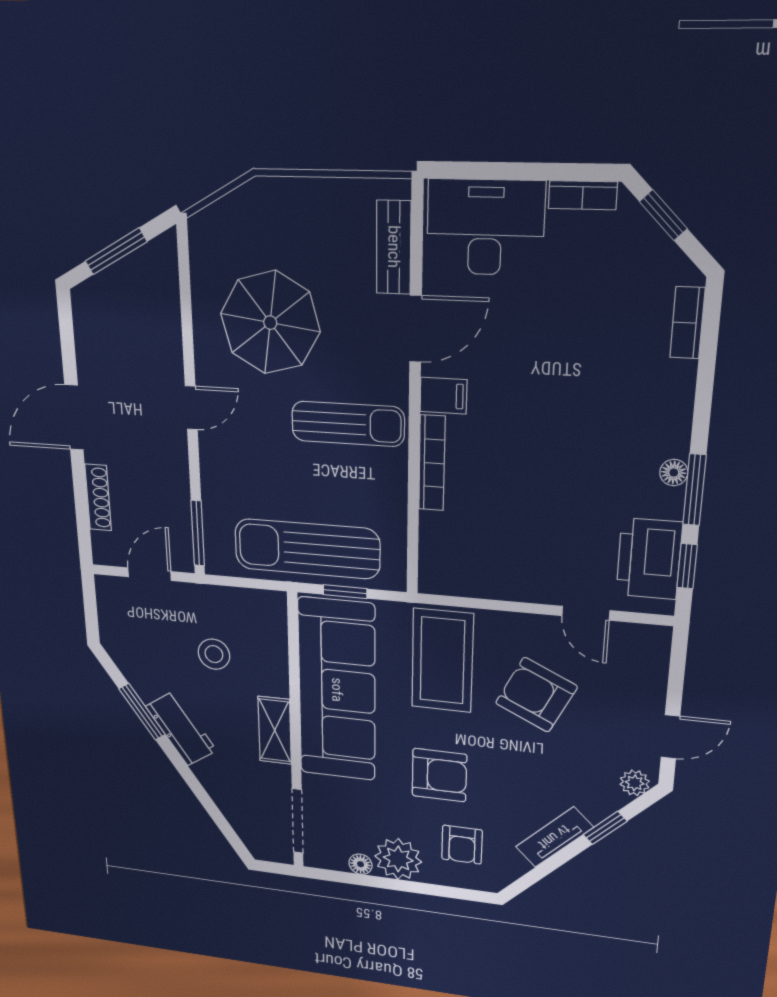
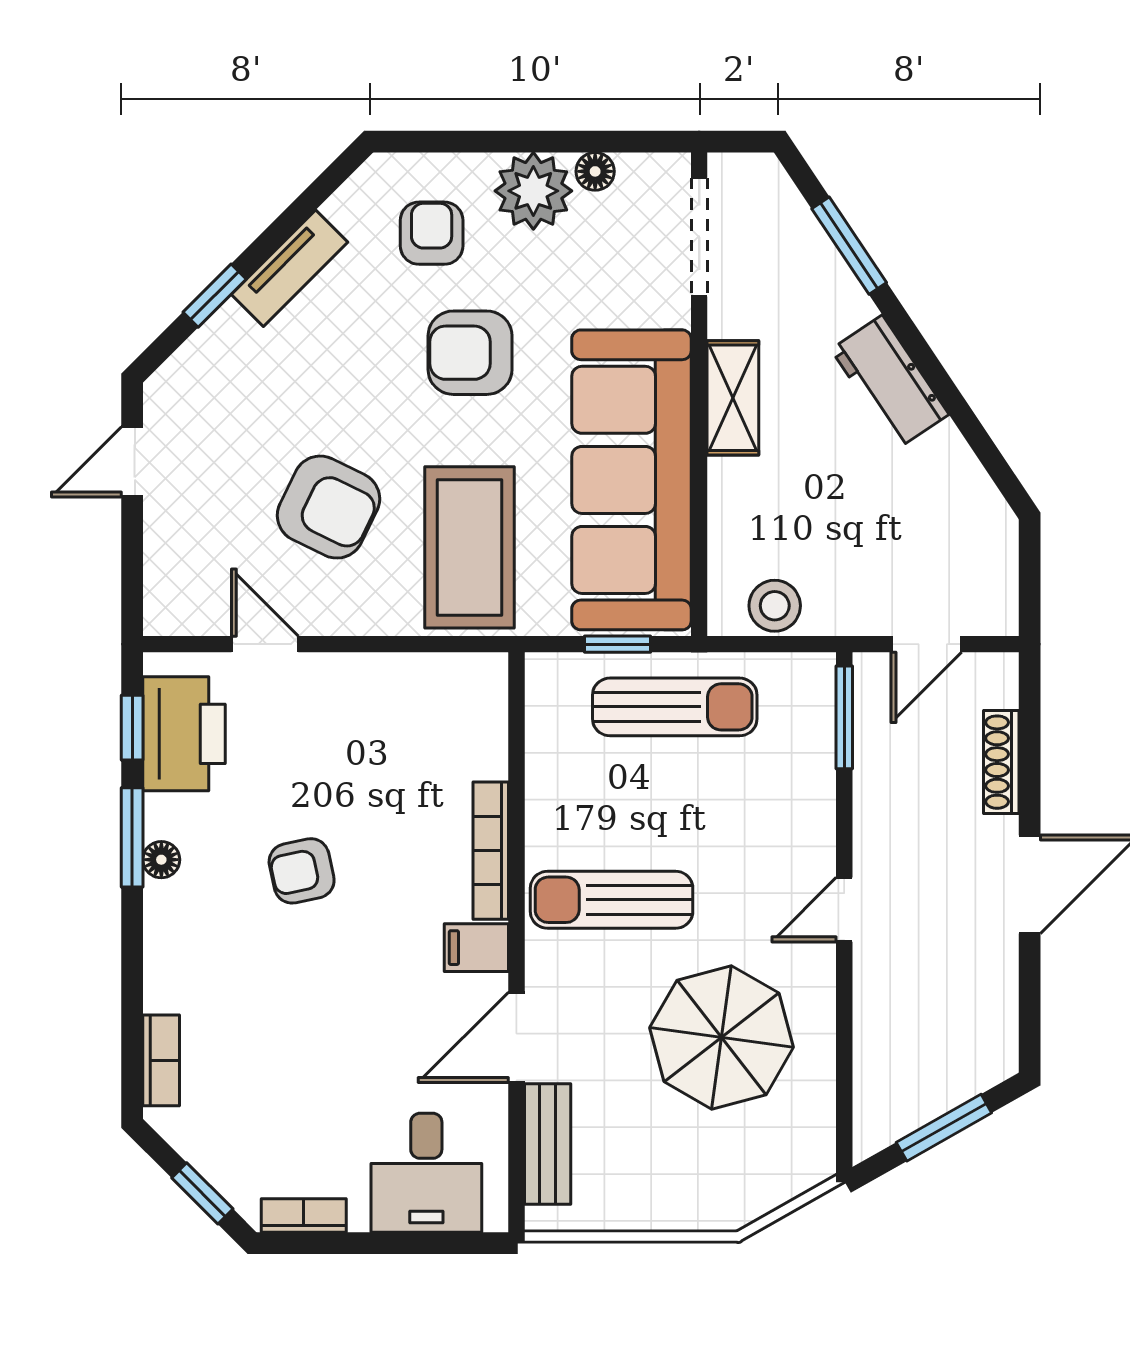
desk: (485, 227) -> (426, 1173), width x0.73
armchair: (569, 458) -> (302, 871), added
sun lounger: (307, 549) -> (675, 707), width x0.73, depth x0.75
stool: (214, 654) -> (775, 606), moved
window: (142, 712) -> (849, 246), moved
plant: (635, 783) -> (177, 379), removed

